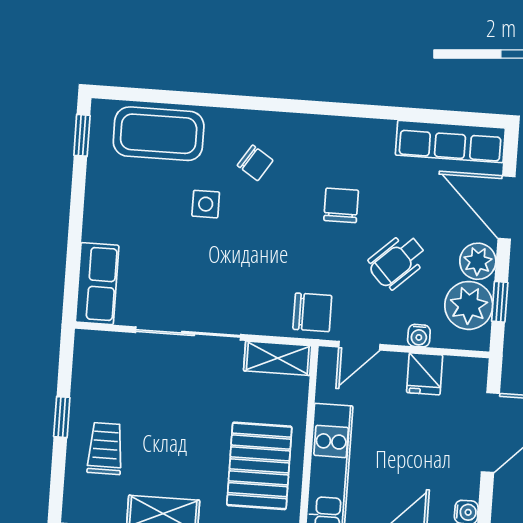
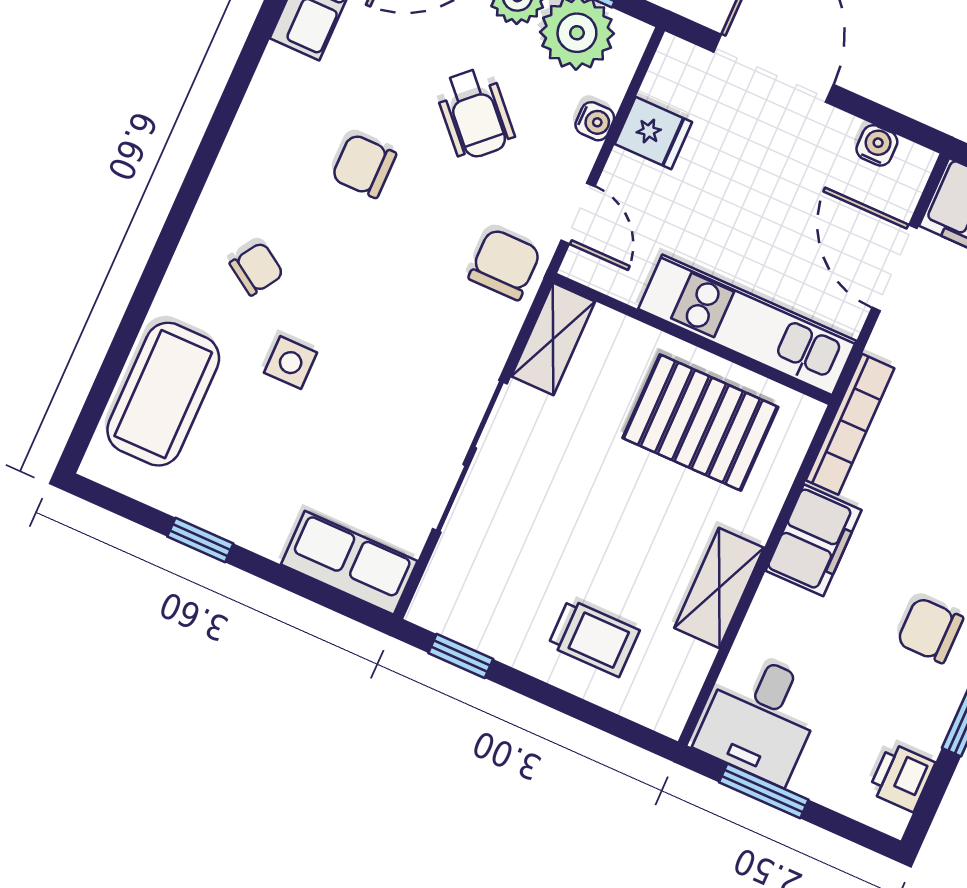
window: (82, 135) -> (200, 540), moved
window: (62, 417) -> (461, 656), moved
trolley: (105, 449) -> (594, 638), turned 180

